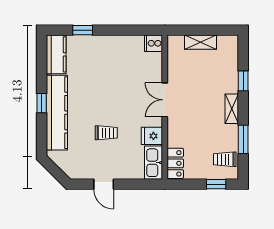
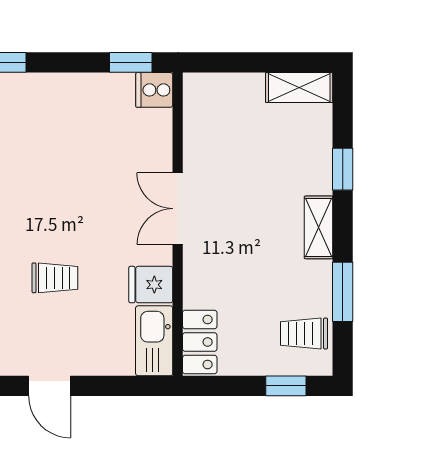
window: (142, 30) -> (131, 62), added
shelving: (201, 42) -> (299, 88), moved

